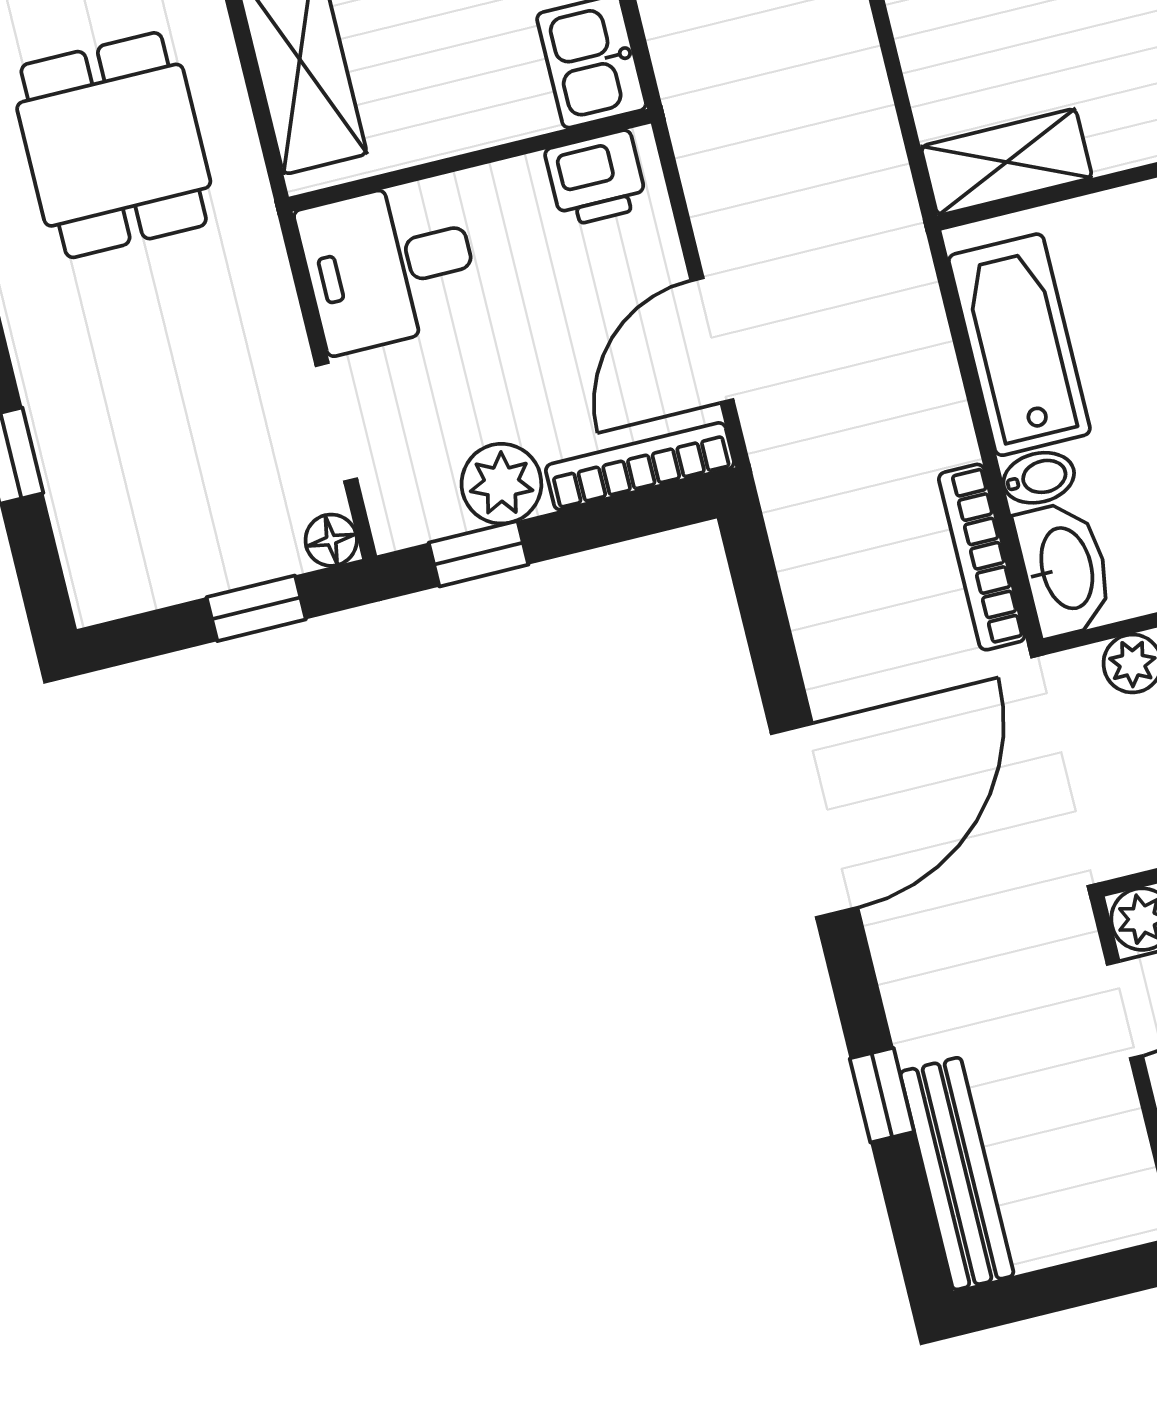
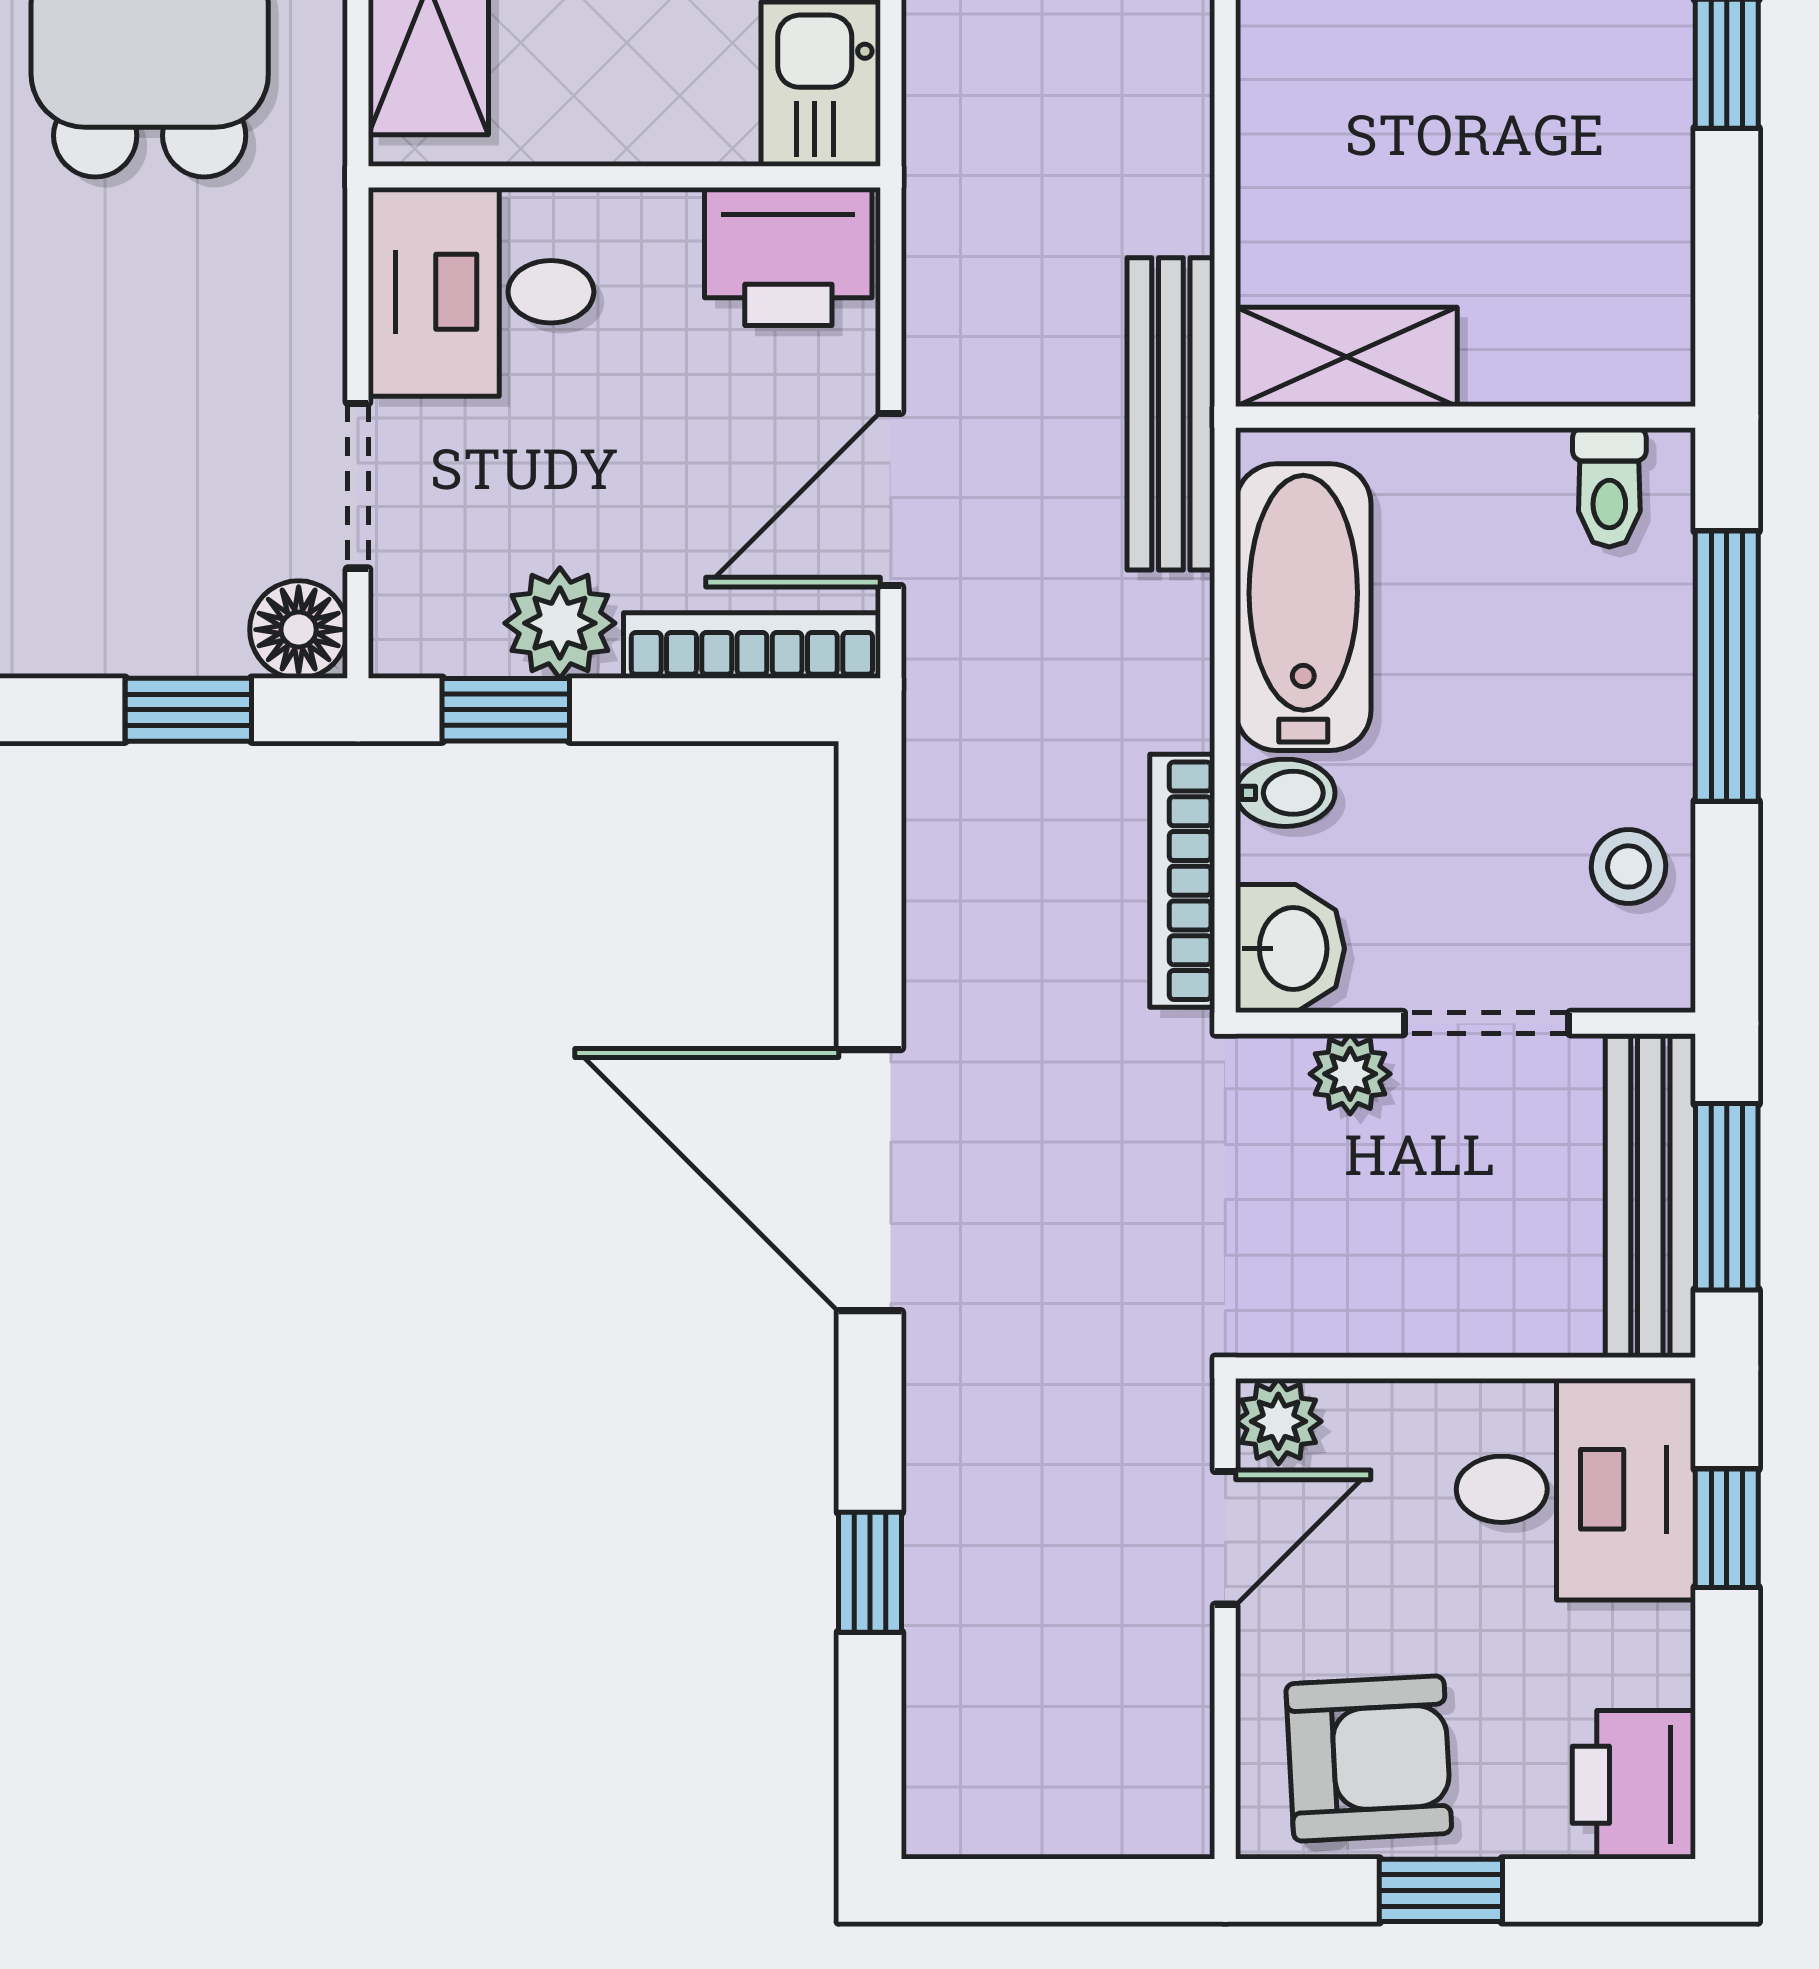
printer: (596, 178) -> (788, 256), width x1.36, depth x1.24
floor lamp: (331, 540) -> (299, 630), width x1.37, depth x1.37
washbasin: (1065, 569) -> (1290, 949), width x0.72
door: (814, 821) -> (870, 1180), swing flipped
bench: (957, 1174) -> (1171, 414), moved

